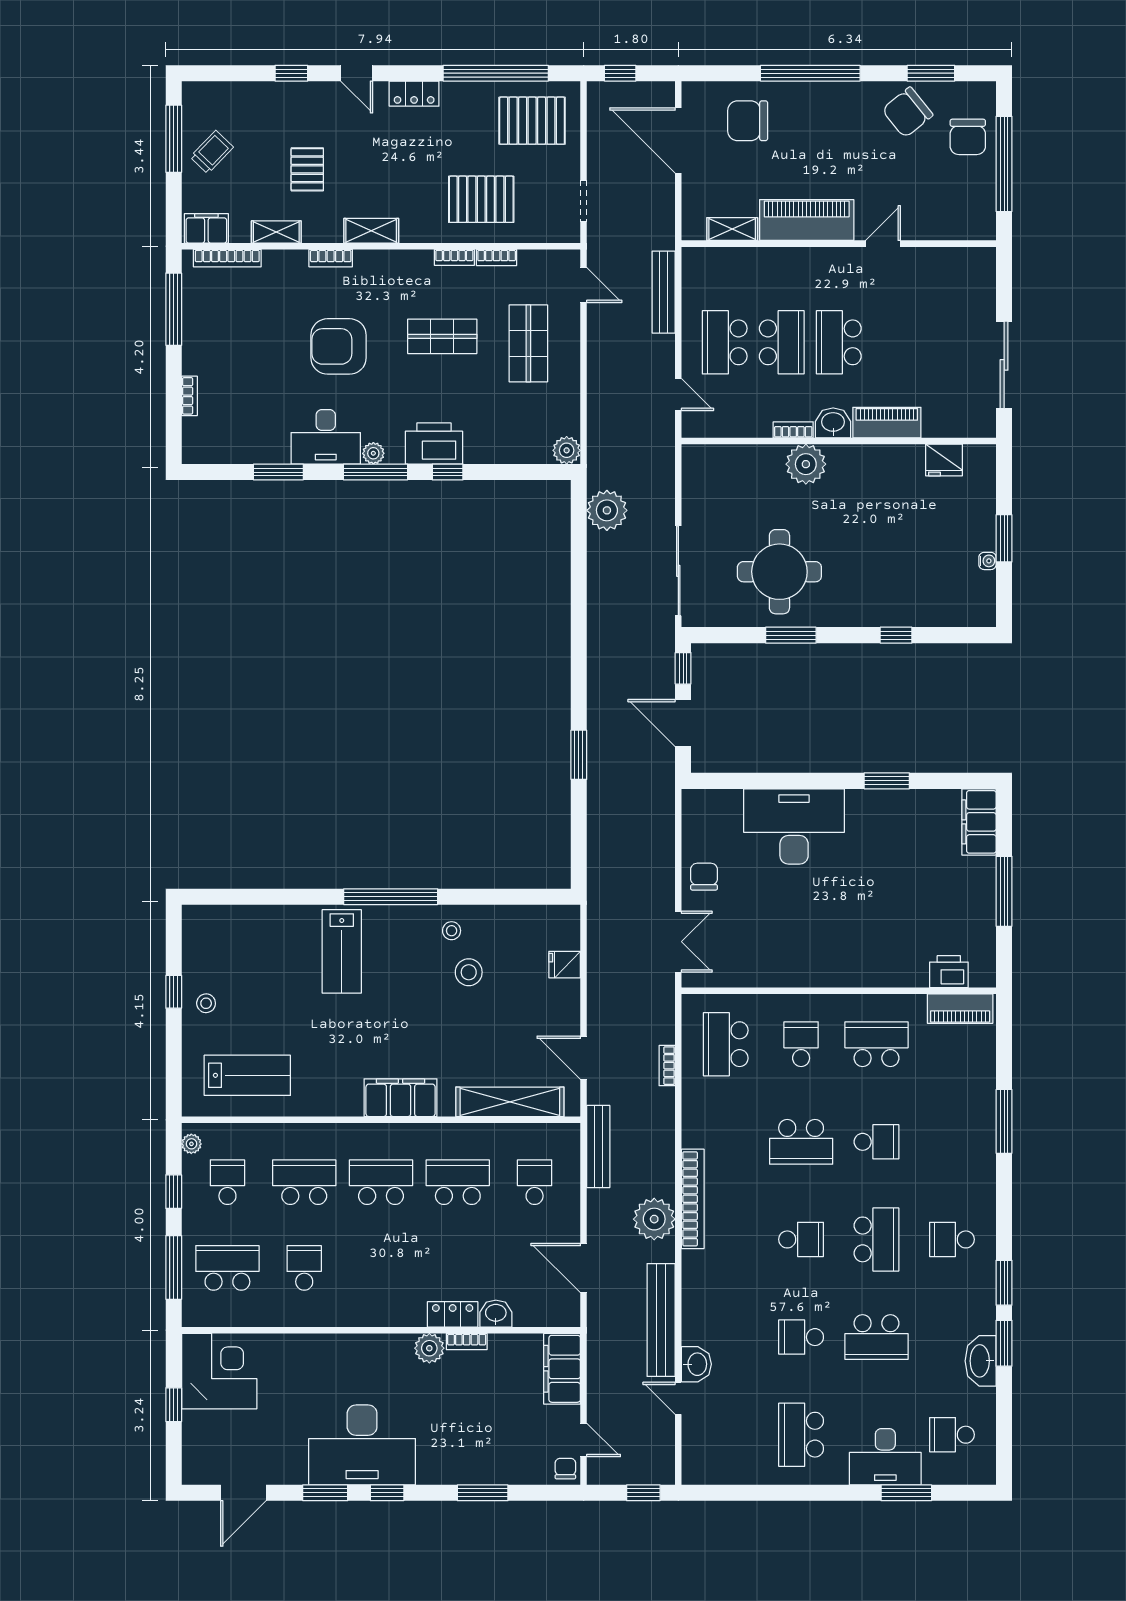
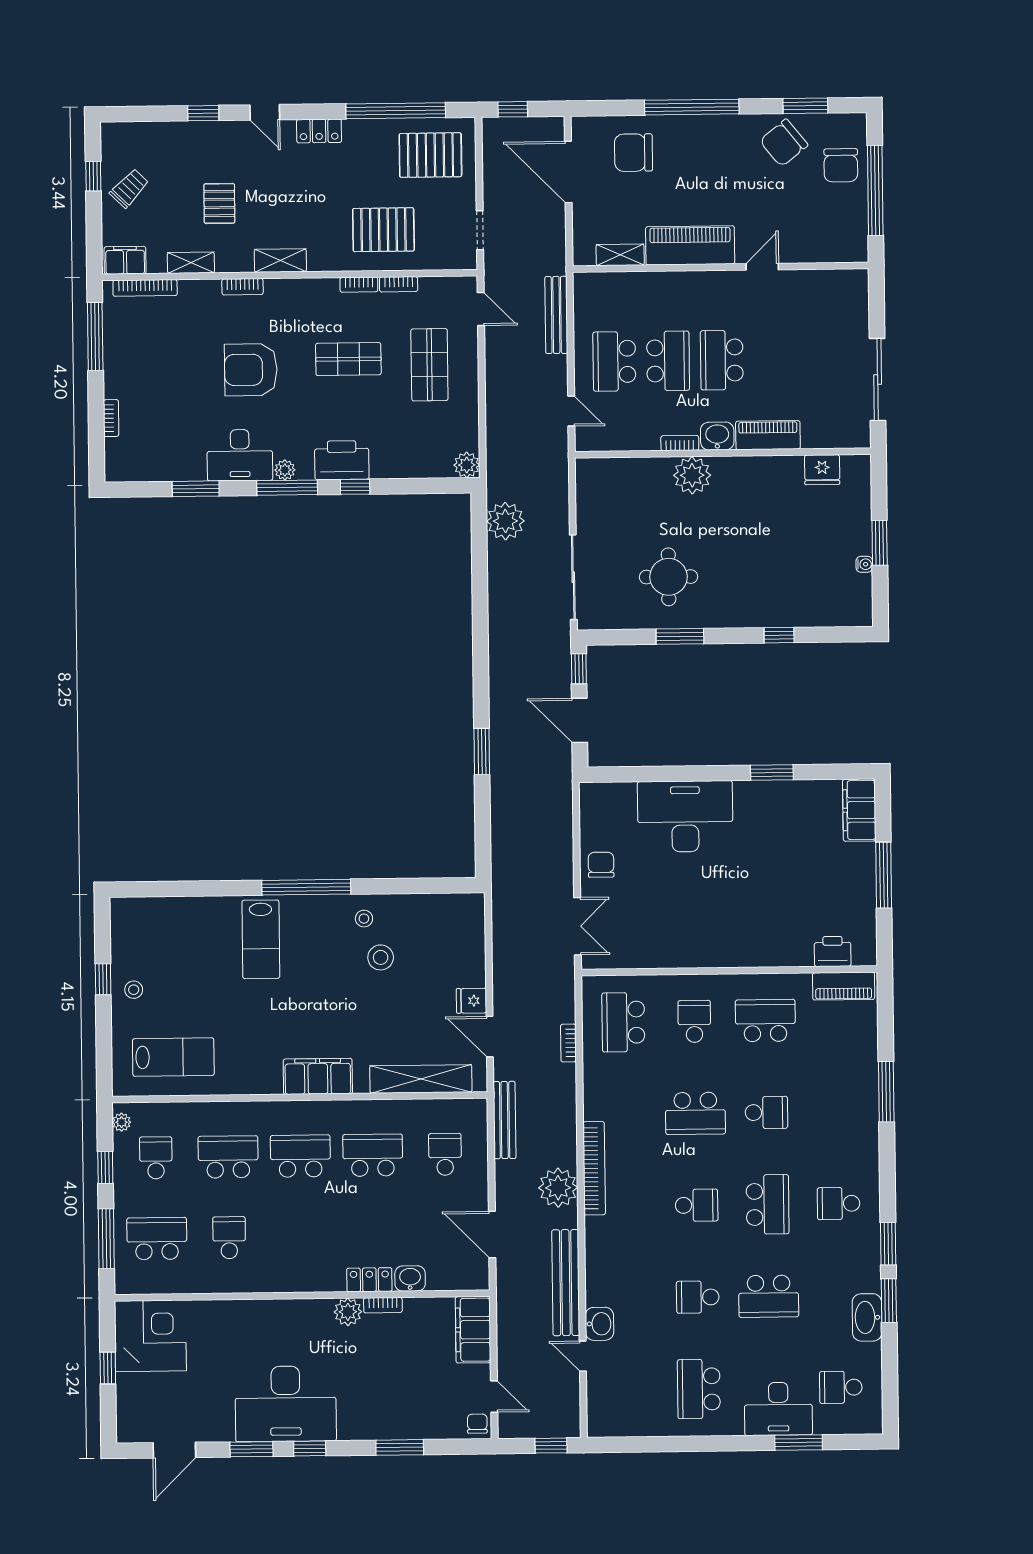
window: (174, 139) -> (93, 176), width x0.46
round table: (779, 572) -> (669, 577), width x0.73, depth x0.73
fridge: (565, 965) -> (471, 1001), moved

